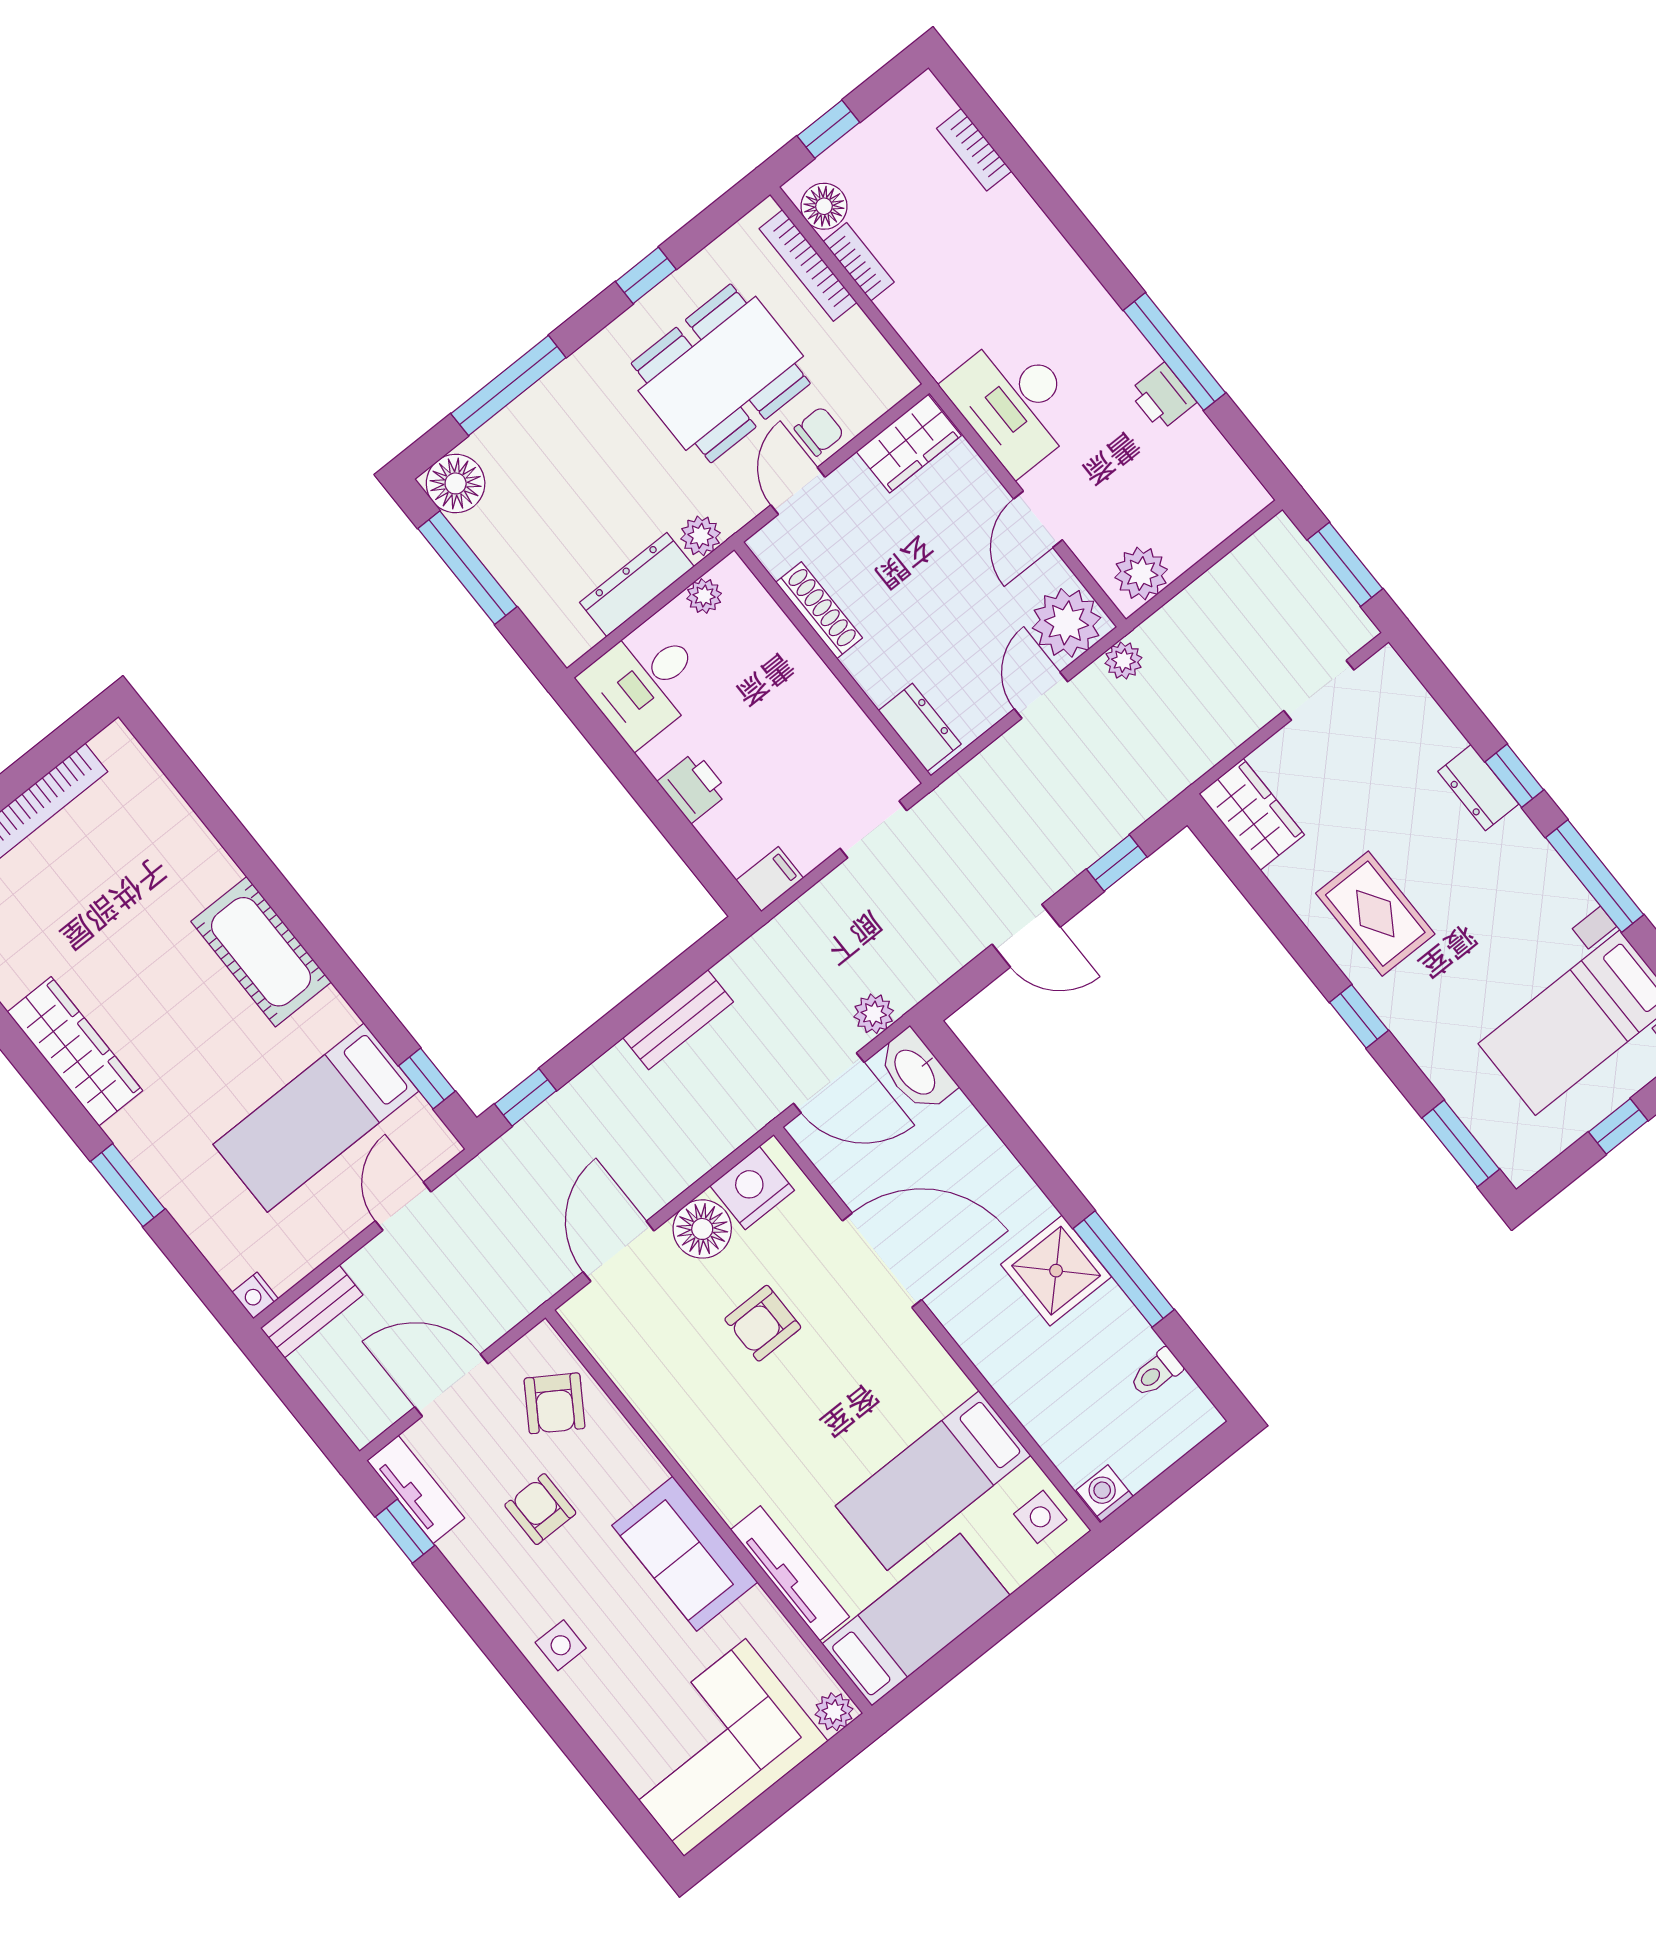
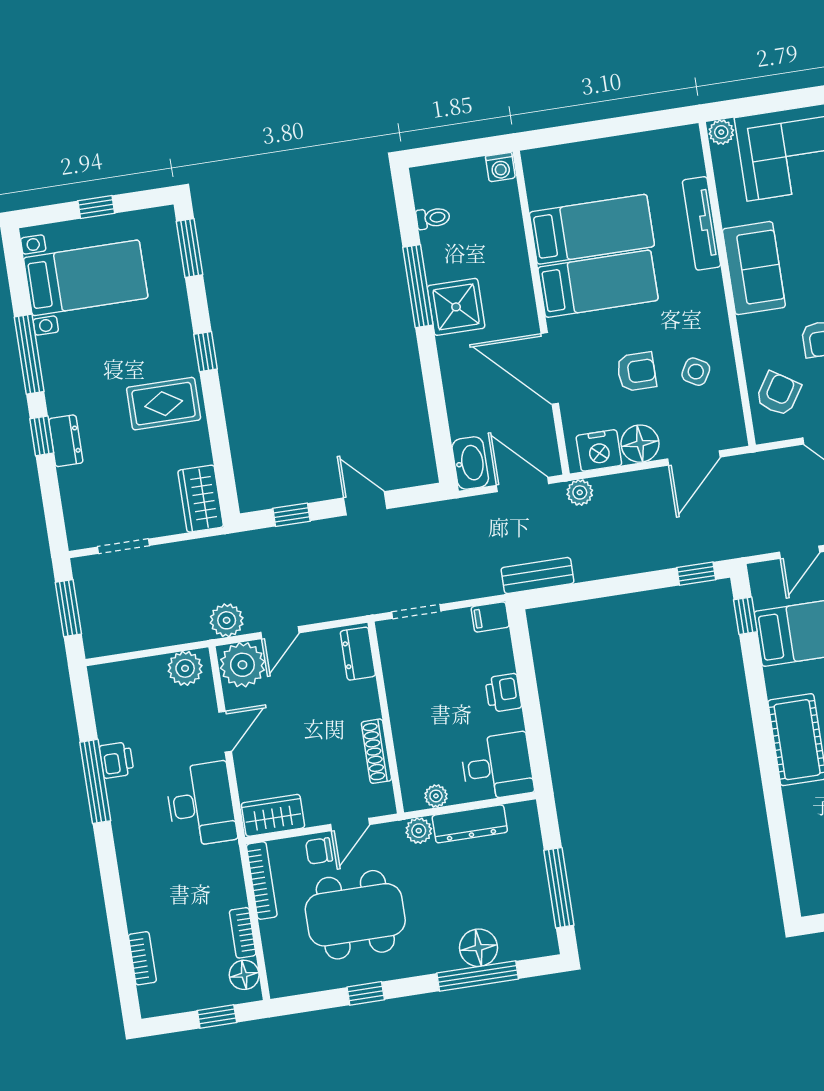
bookcase: (808, 266) -> (262, 880), moved
floor lamp: (456, 483) -> (479, 948), moved
plant: (1123, 661) -> (227, 620), width x1.38, depth x1.38
rug: (1375, 914) -> (164, 404), turned 90
plant: (874, 1014) -> (580, 492), moved
bench: (678, 1020) -> (537, 576), moved
side table: (1040, 1517) -> (696, 372), moved, turned 30
bed: (916, 1620) -> (598, 284), moved, turned 180

